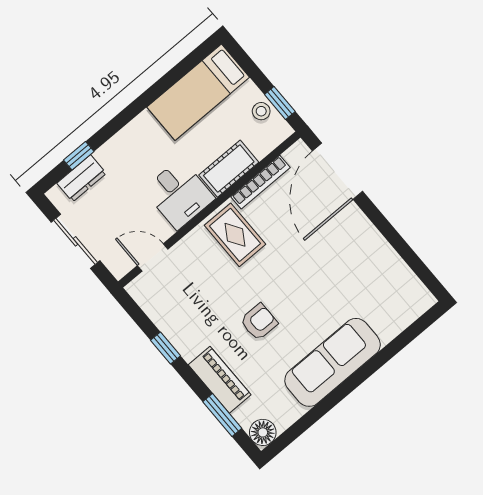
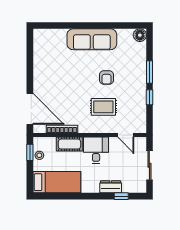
door: (337, 171) -> (30, 109), hinge flipped
dresser: (82, 178) -> (111, 187), moved
rug: (235, 235) -> (103, 107), moved, turned 90
armchair: (259, 322) -> (106, 78), turned -90
piano: (220, 380) -> (139, 68), removed
window: (222, 415) -> (149, 72), moved

